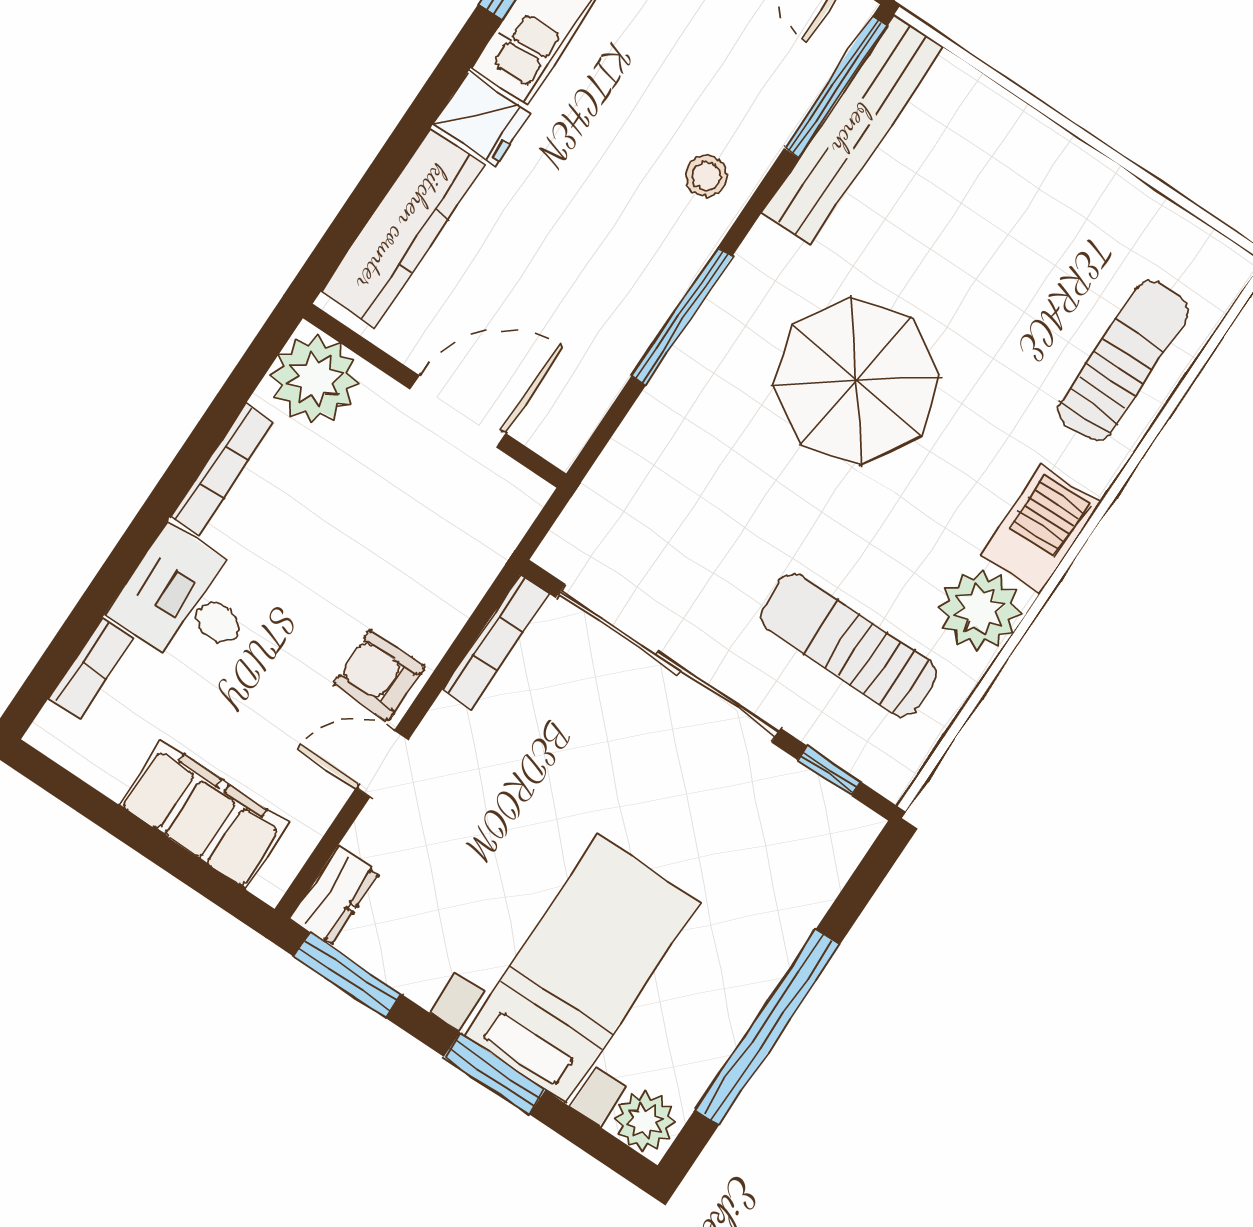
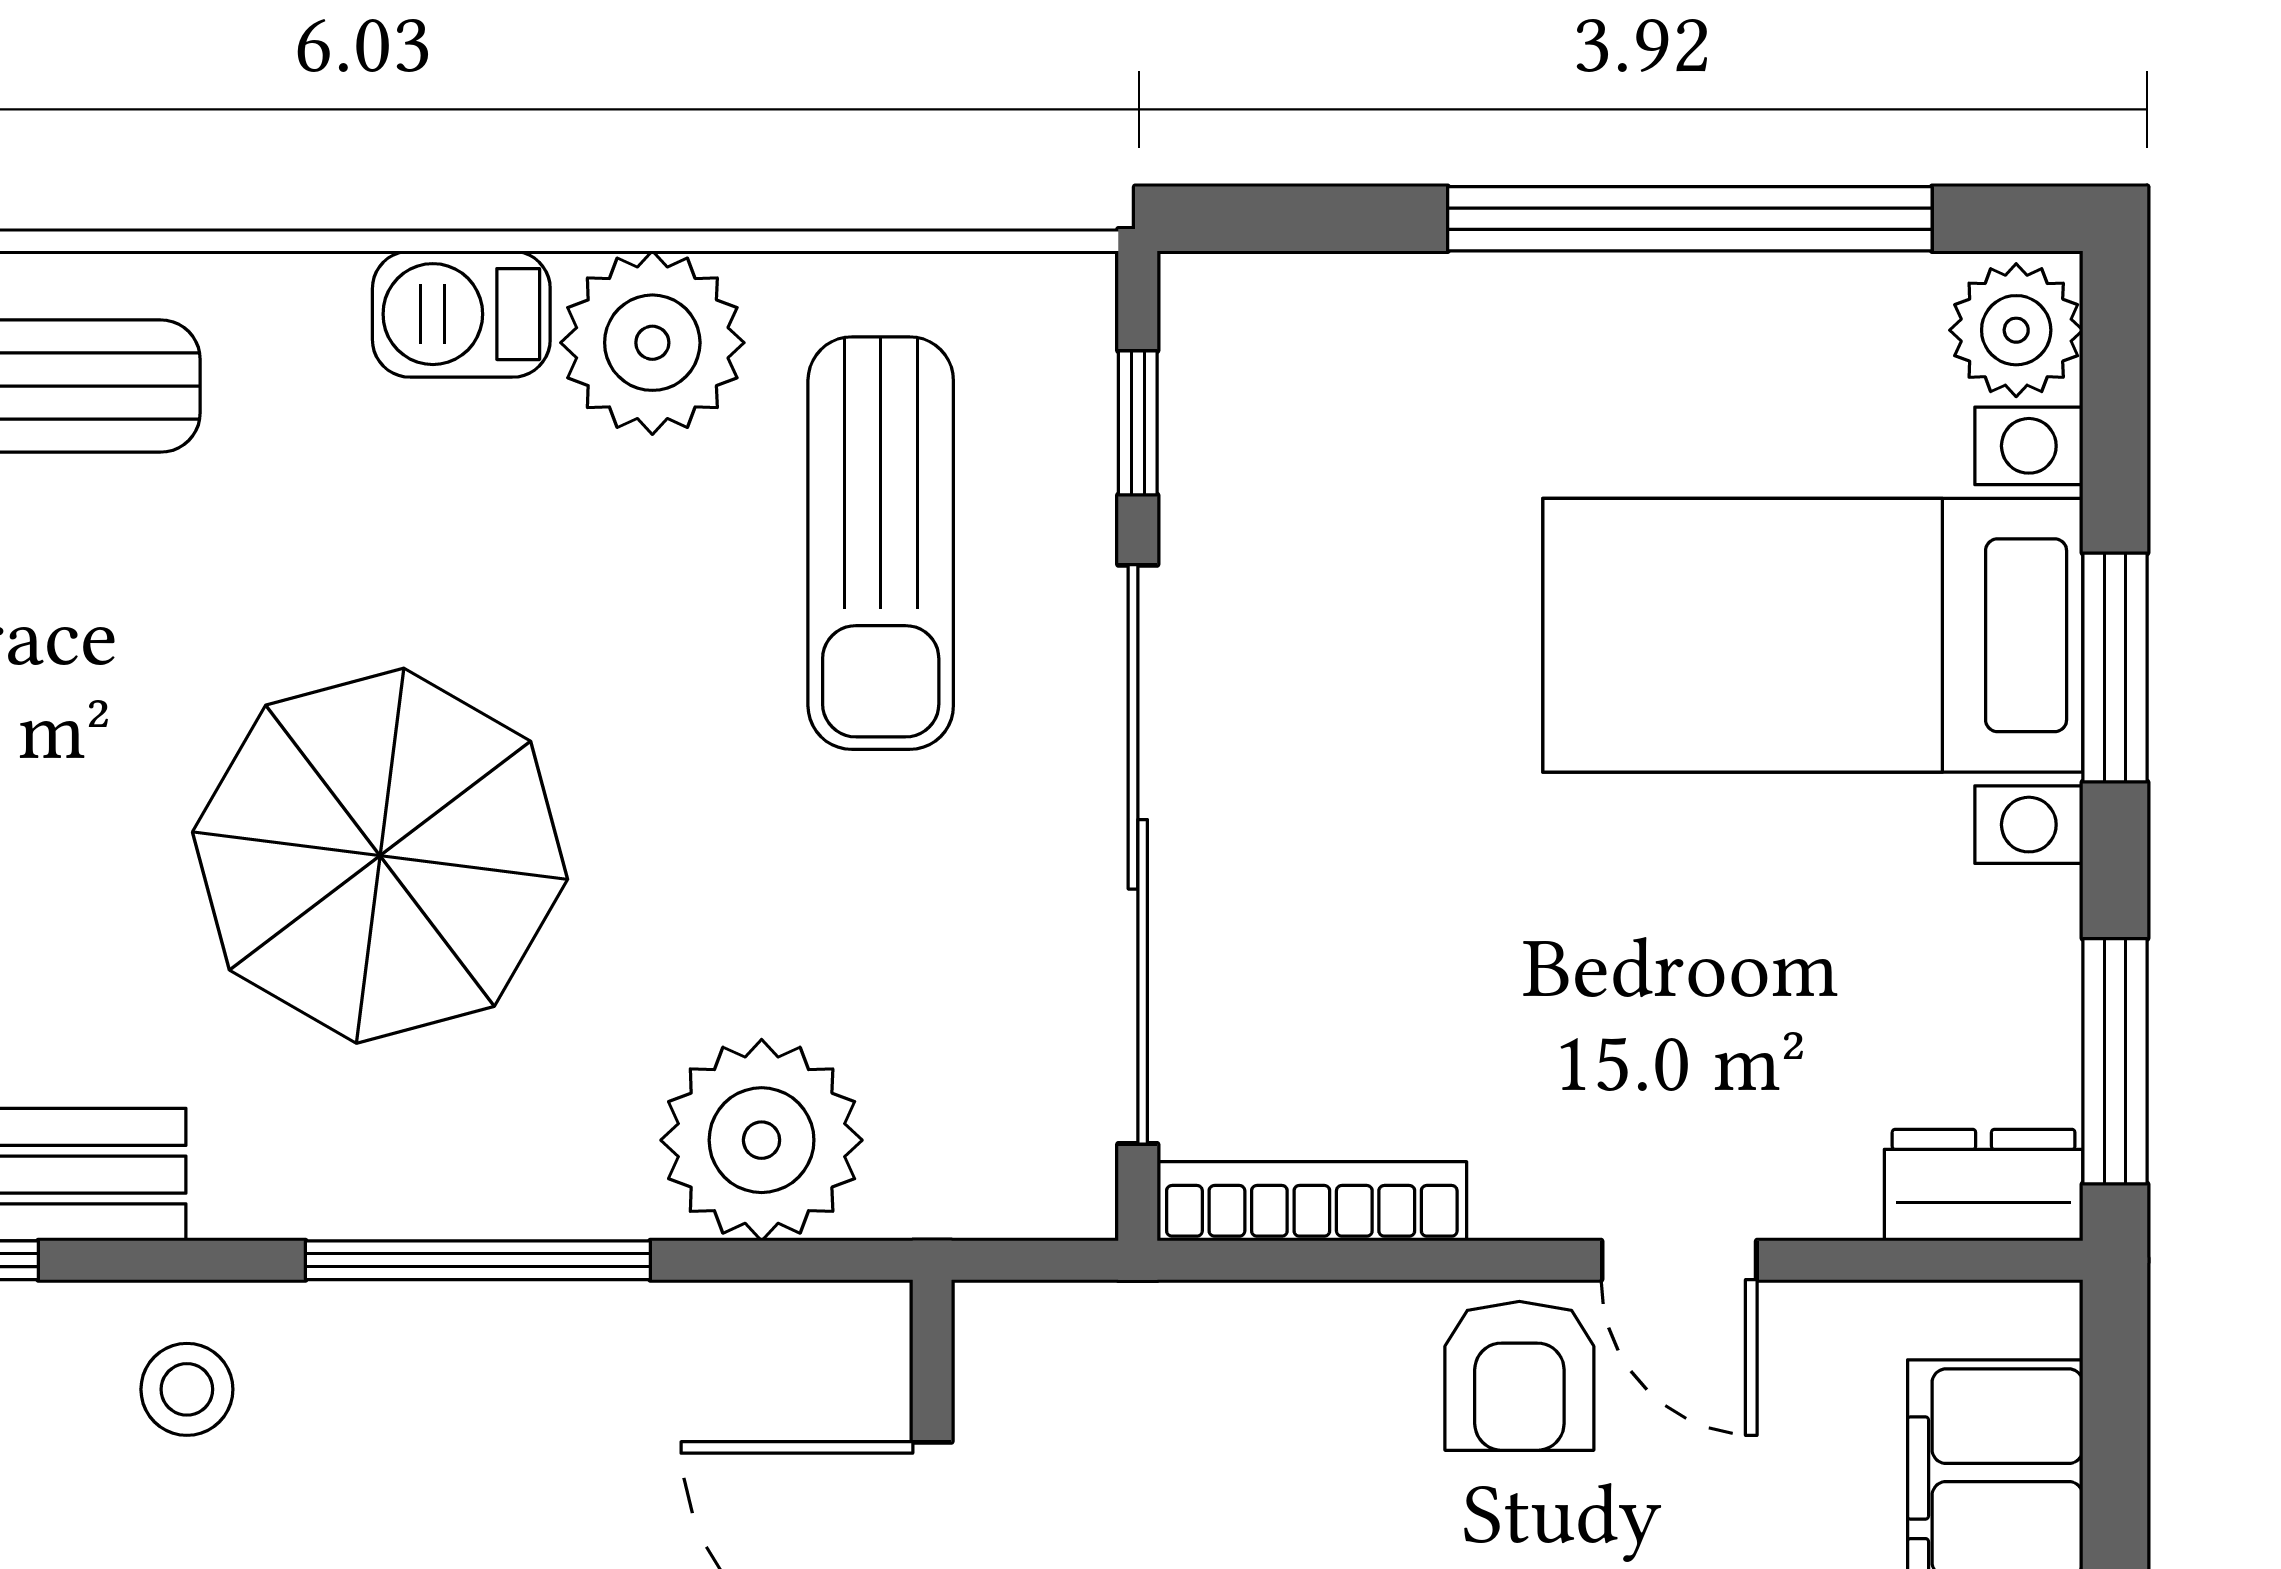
plant: (656, 452) -> (762, 1140), added
barbecue: (1040, 529) -> (461, 314), width x0.73, depth x0.79

